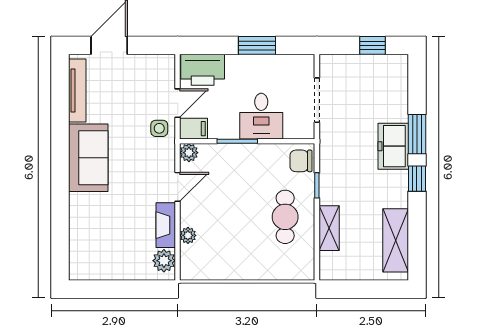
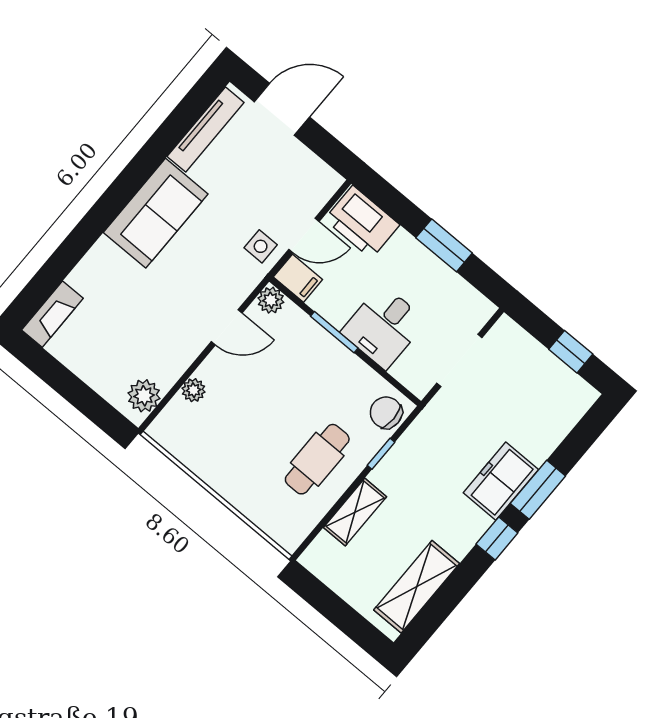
fireplace: (166, 225) -> (52, 314), moved, turned 180

